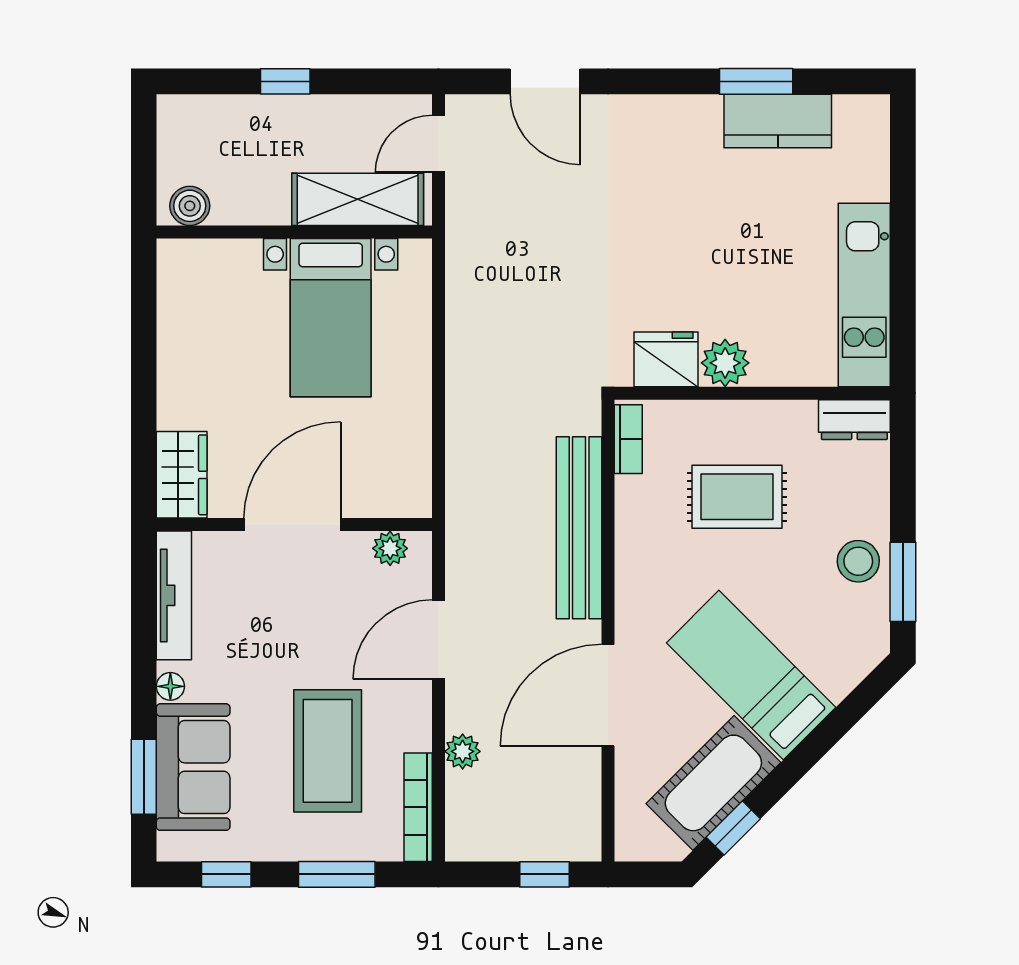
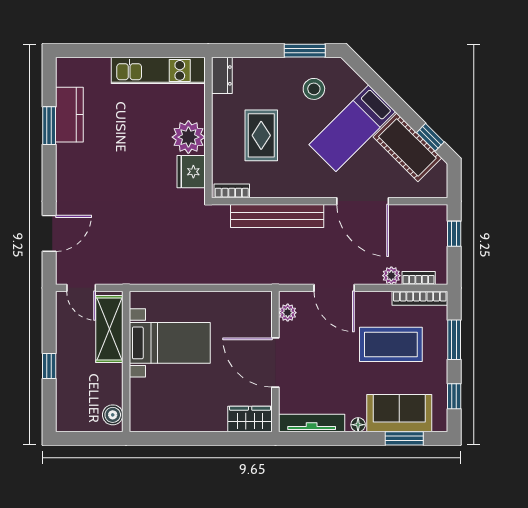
plant: (725, 363) -> (188, 137), width x1.36, depth x1.36
stool: (858, 561) -> (314, 89), moved
bookcase: (458, 805) -> (419, 278), added

